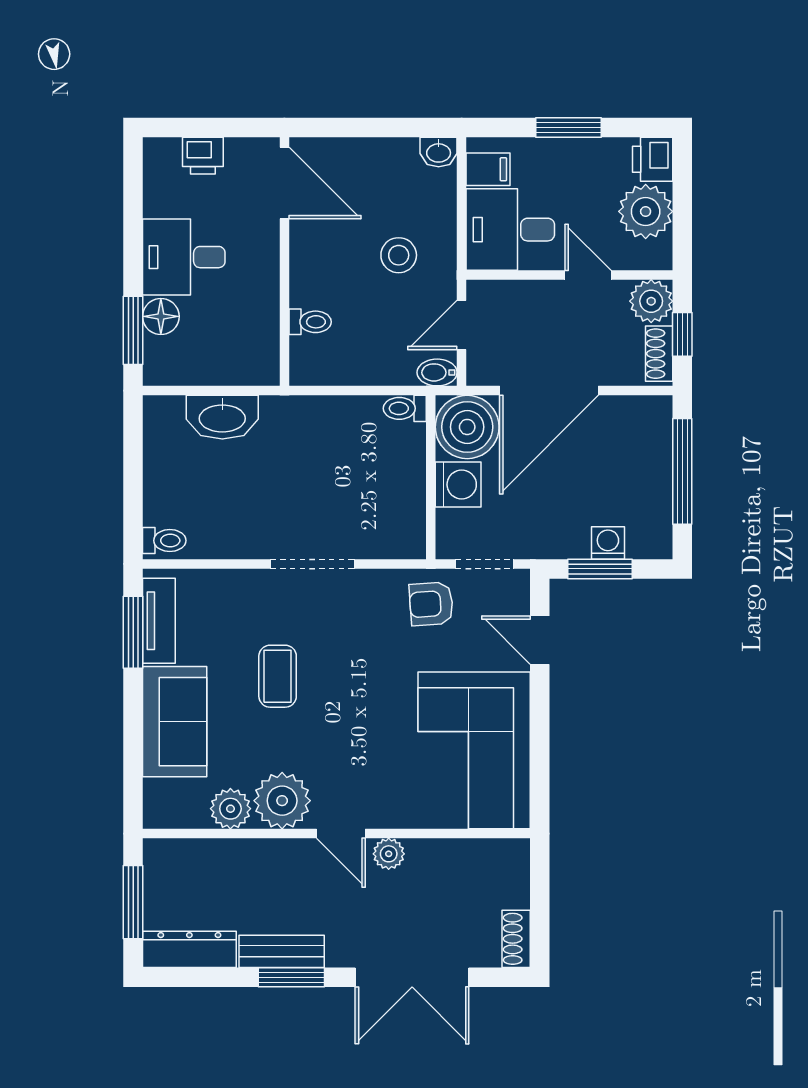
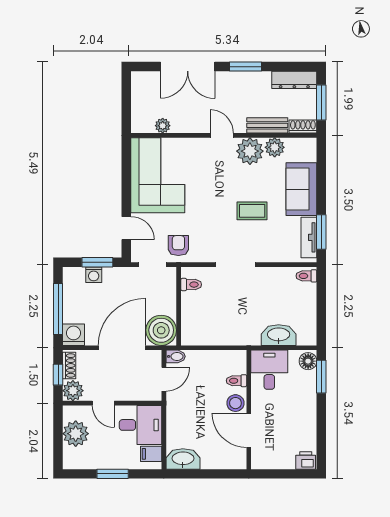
washbasin: (439, 152) -> (183, 459), width x1.91, depth x1.45
printer: (203, 156) -> (306, 460), moved
printer: (653, 159) -> (72, 459), removed
door: (284, 183) -> (249, 430), moved
stool: (399, 255) -> (235, 403), moved
desk: (184, 257) -> (269, 370), moved, turned -90
floor lamp: (161, 316) -> (308, 361), moved
toilet: (405, 408) -> (191, 285), moved
washing machine: (458, 485) -> (74, 335), moved, turned 90
armchair: (431, 604) -> (178, 246), turned -86
coffee table: (278, 676) -> (252, 211), turned 90
plant: (389, 854) -> (163, 126), moved
shoe rack: (516, 939) -> (303, 126), moved, turned -90
bench: (282, 951) -> (267, 125), moved
double door: (412, 977) -> (188, 67), swing flipped

